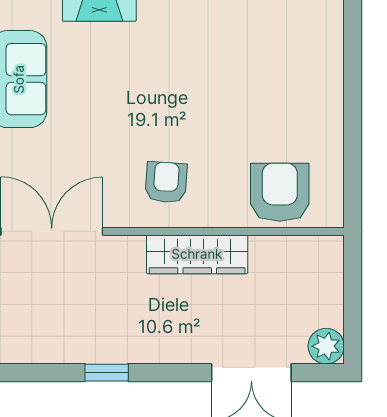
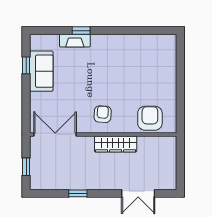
plant: (326, 346) -> (169, 182), removed

